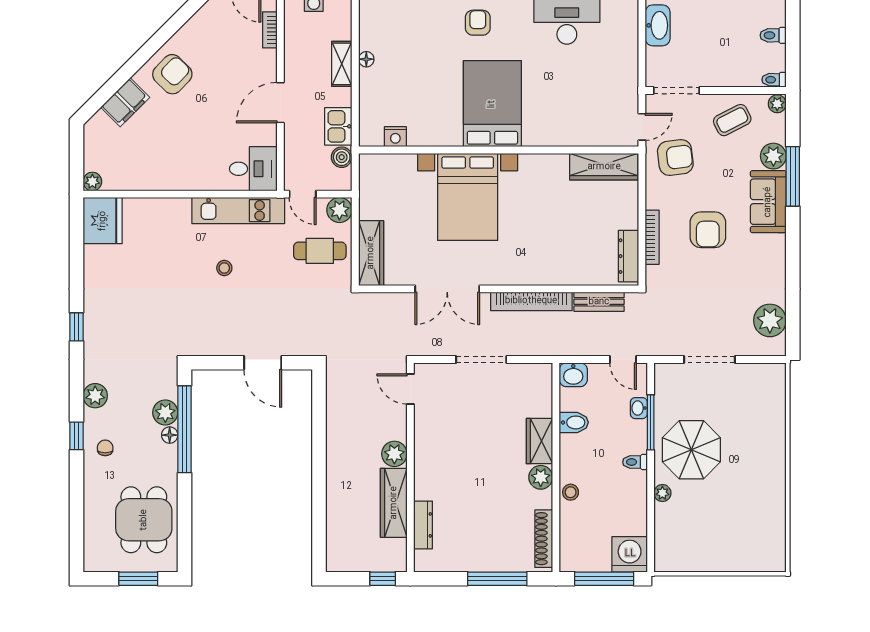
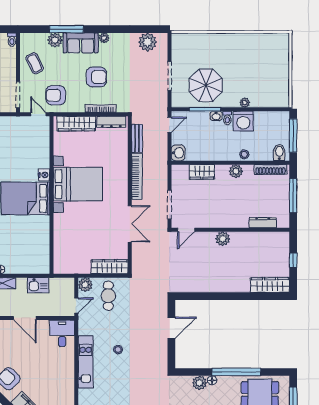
plant: (777, 104) -> (104, 38), moved
nightstand: (395, 137) -> (44, 175), moved
boiler: (342, 157) -> (56, 283), removed
armchair: (675, 158) -> (56, 95), turned -83
wardrobe: (604, 167) -> (77, 124), moved, turned 90
bed with nightstands: (468, 197) -> (78, 184), moved
kitchen unit: (238, 211) -> (86, 362), moved
door: (410, 389) -> (186, 230), moved
washbasin: (639, 408) -> (216, 116), moved
bidet: (574, 422) -> (279, 153), moved
window: (184, 429) -> (236, 372), moved
wardrobe: (539, 441) -> (202, 172), moved
parasol: (691, 450) -> (206, 85), moved
plant: (394, 454) -> (223, 239), moved
wall: (410, 467) -> (230, 230), moved
wardrobe: (394, 503) -> (270, 285), moved, turned 180
dresser: (423, 525) -> (263, 223), moved
washing machine: (630, 554) -> (243, 121), moved, turned -90

